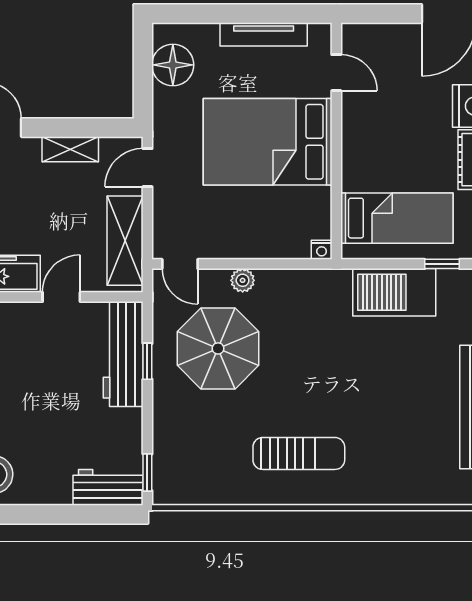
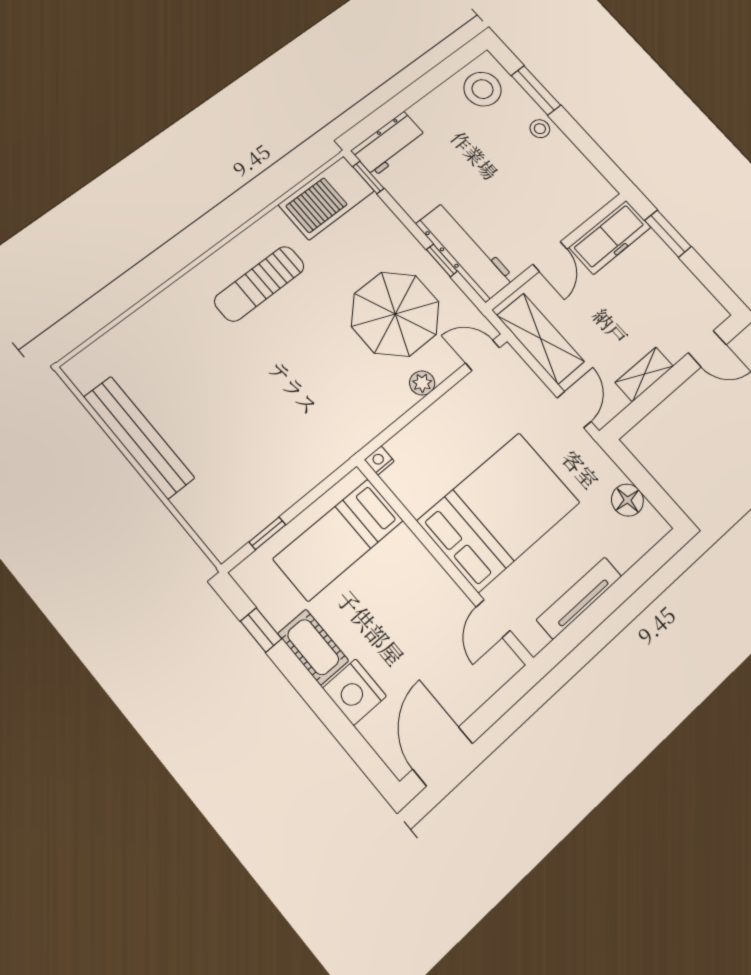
floor lamp: (173, 65) -> (627, 500), width x0.73, depth x0.73
door: (336, 73) -> (493, 619), hinge flipped
barbecue: (394, 292) -> (326, 198), moved, turned 180

